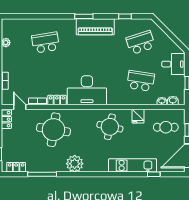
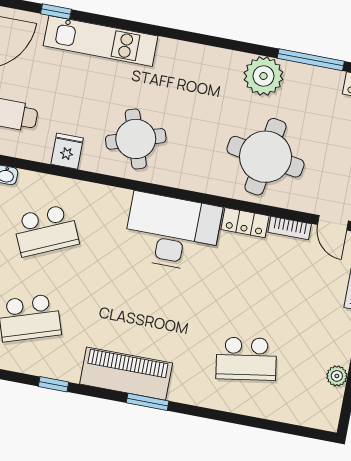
school desk: (141, 81) -> (46, 230), turned -33
round table: (110, 127) -> (136, 139), turned -30
plant: (75, 164) -> (263, 76), moved

